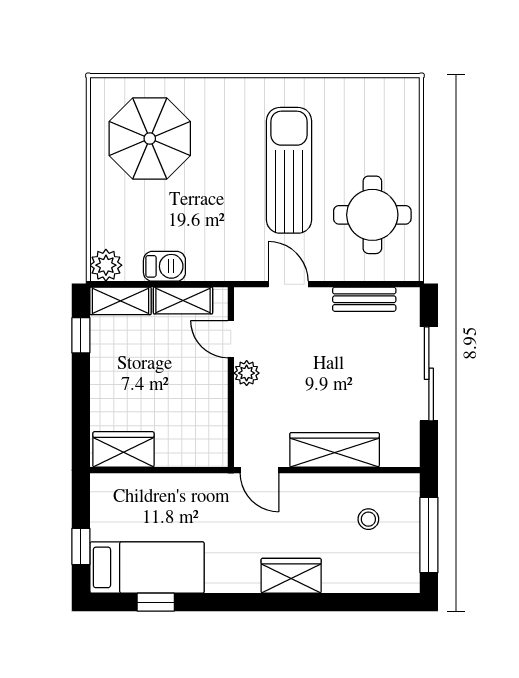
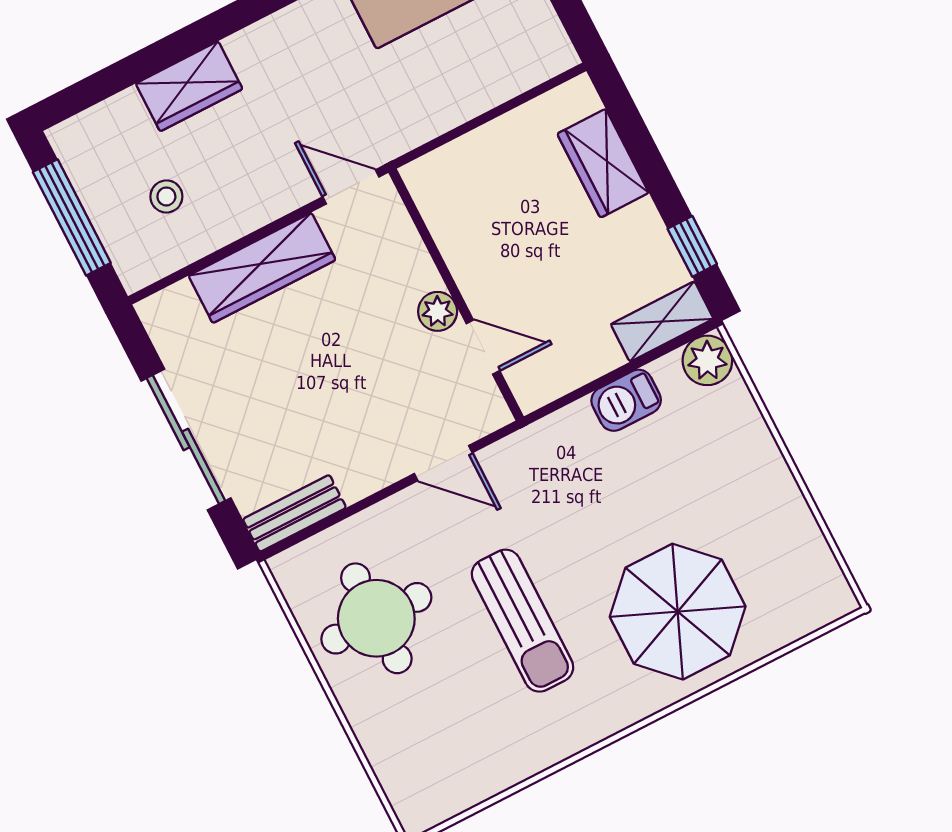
parasol: (150, 139) -> (678, 612), moved
sun lounger: (289, 170) -> (523, 621), width x0.73, depth x0.75
bench: (364, 299) -> (294, 513), moved
shelving: (183, 301) -> (576, 366), removed
wardrobe: (123, 449) -> (603, 163), moved, turned 90
wardrobe: (291, 576) -> (189, 86), moved

